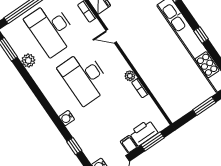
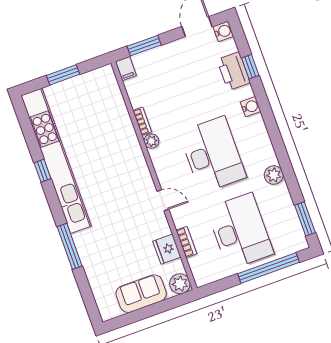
plant: (28, 60) -> (274, 175), moved
printer: (143, 133) -> (234, 71), moved, turned 90
filing cabinet: (129, 144) -> (126, 69), moved

